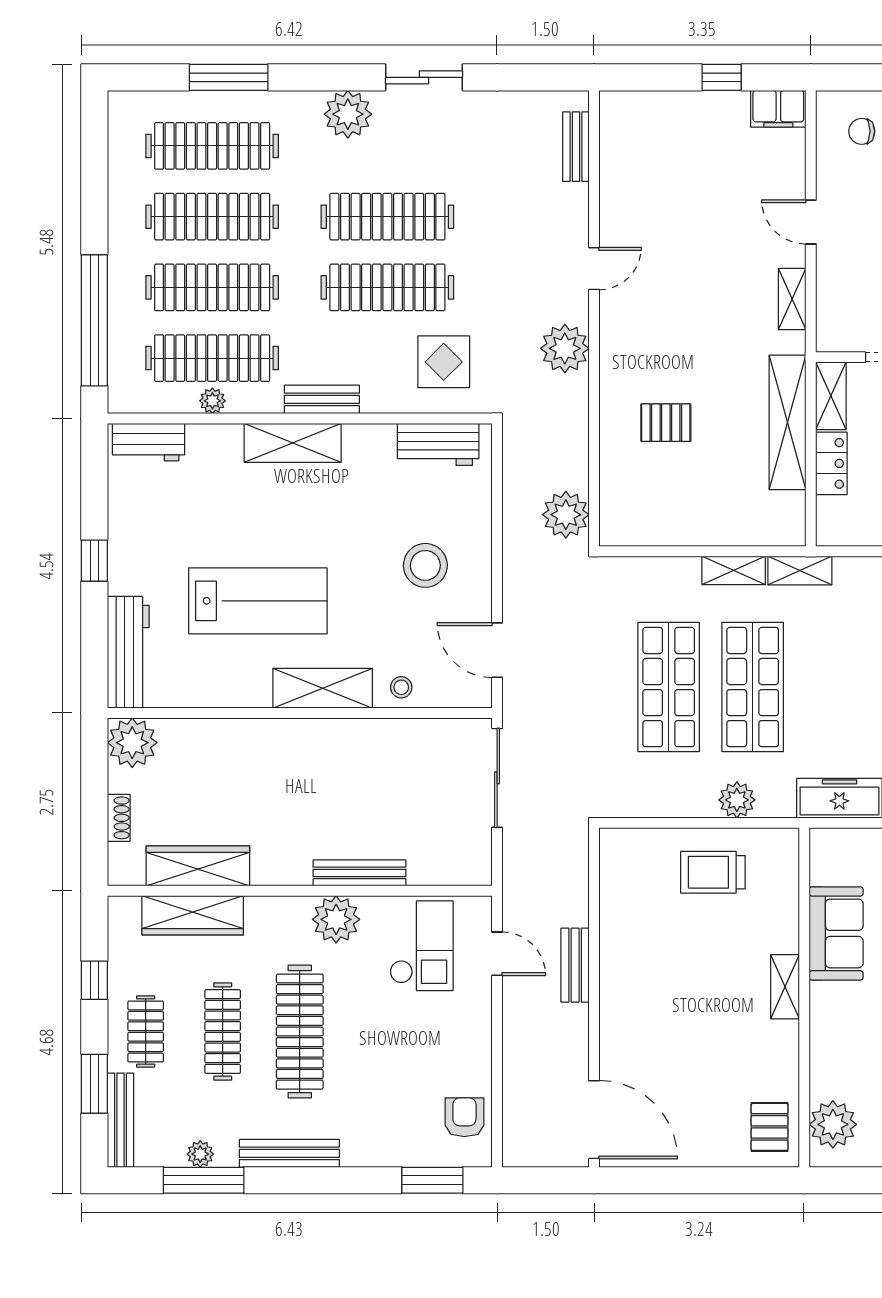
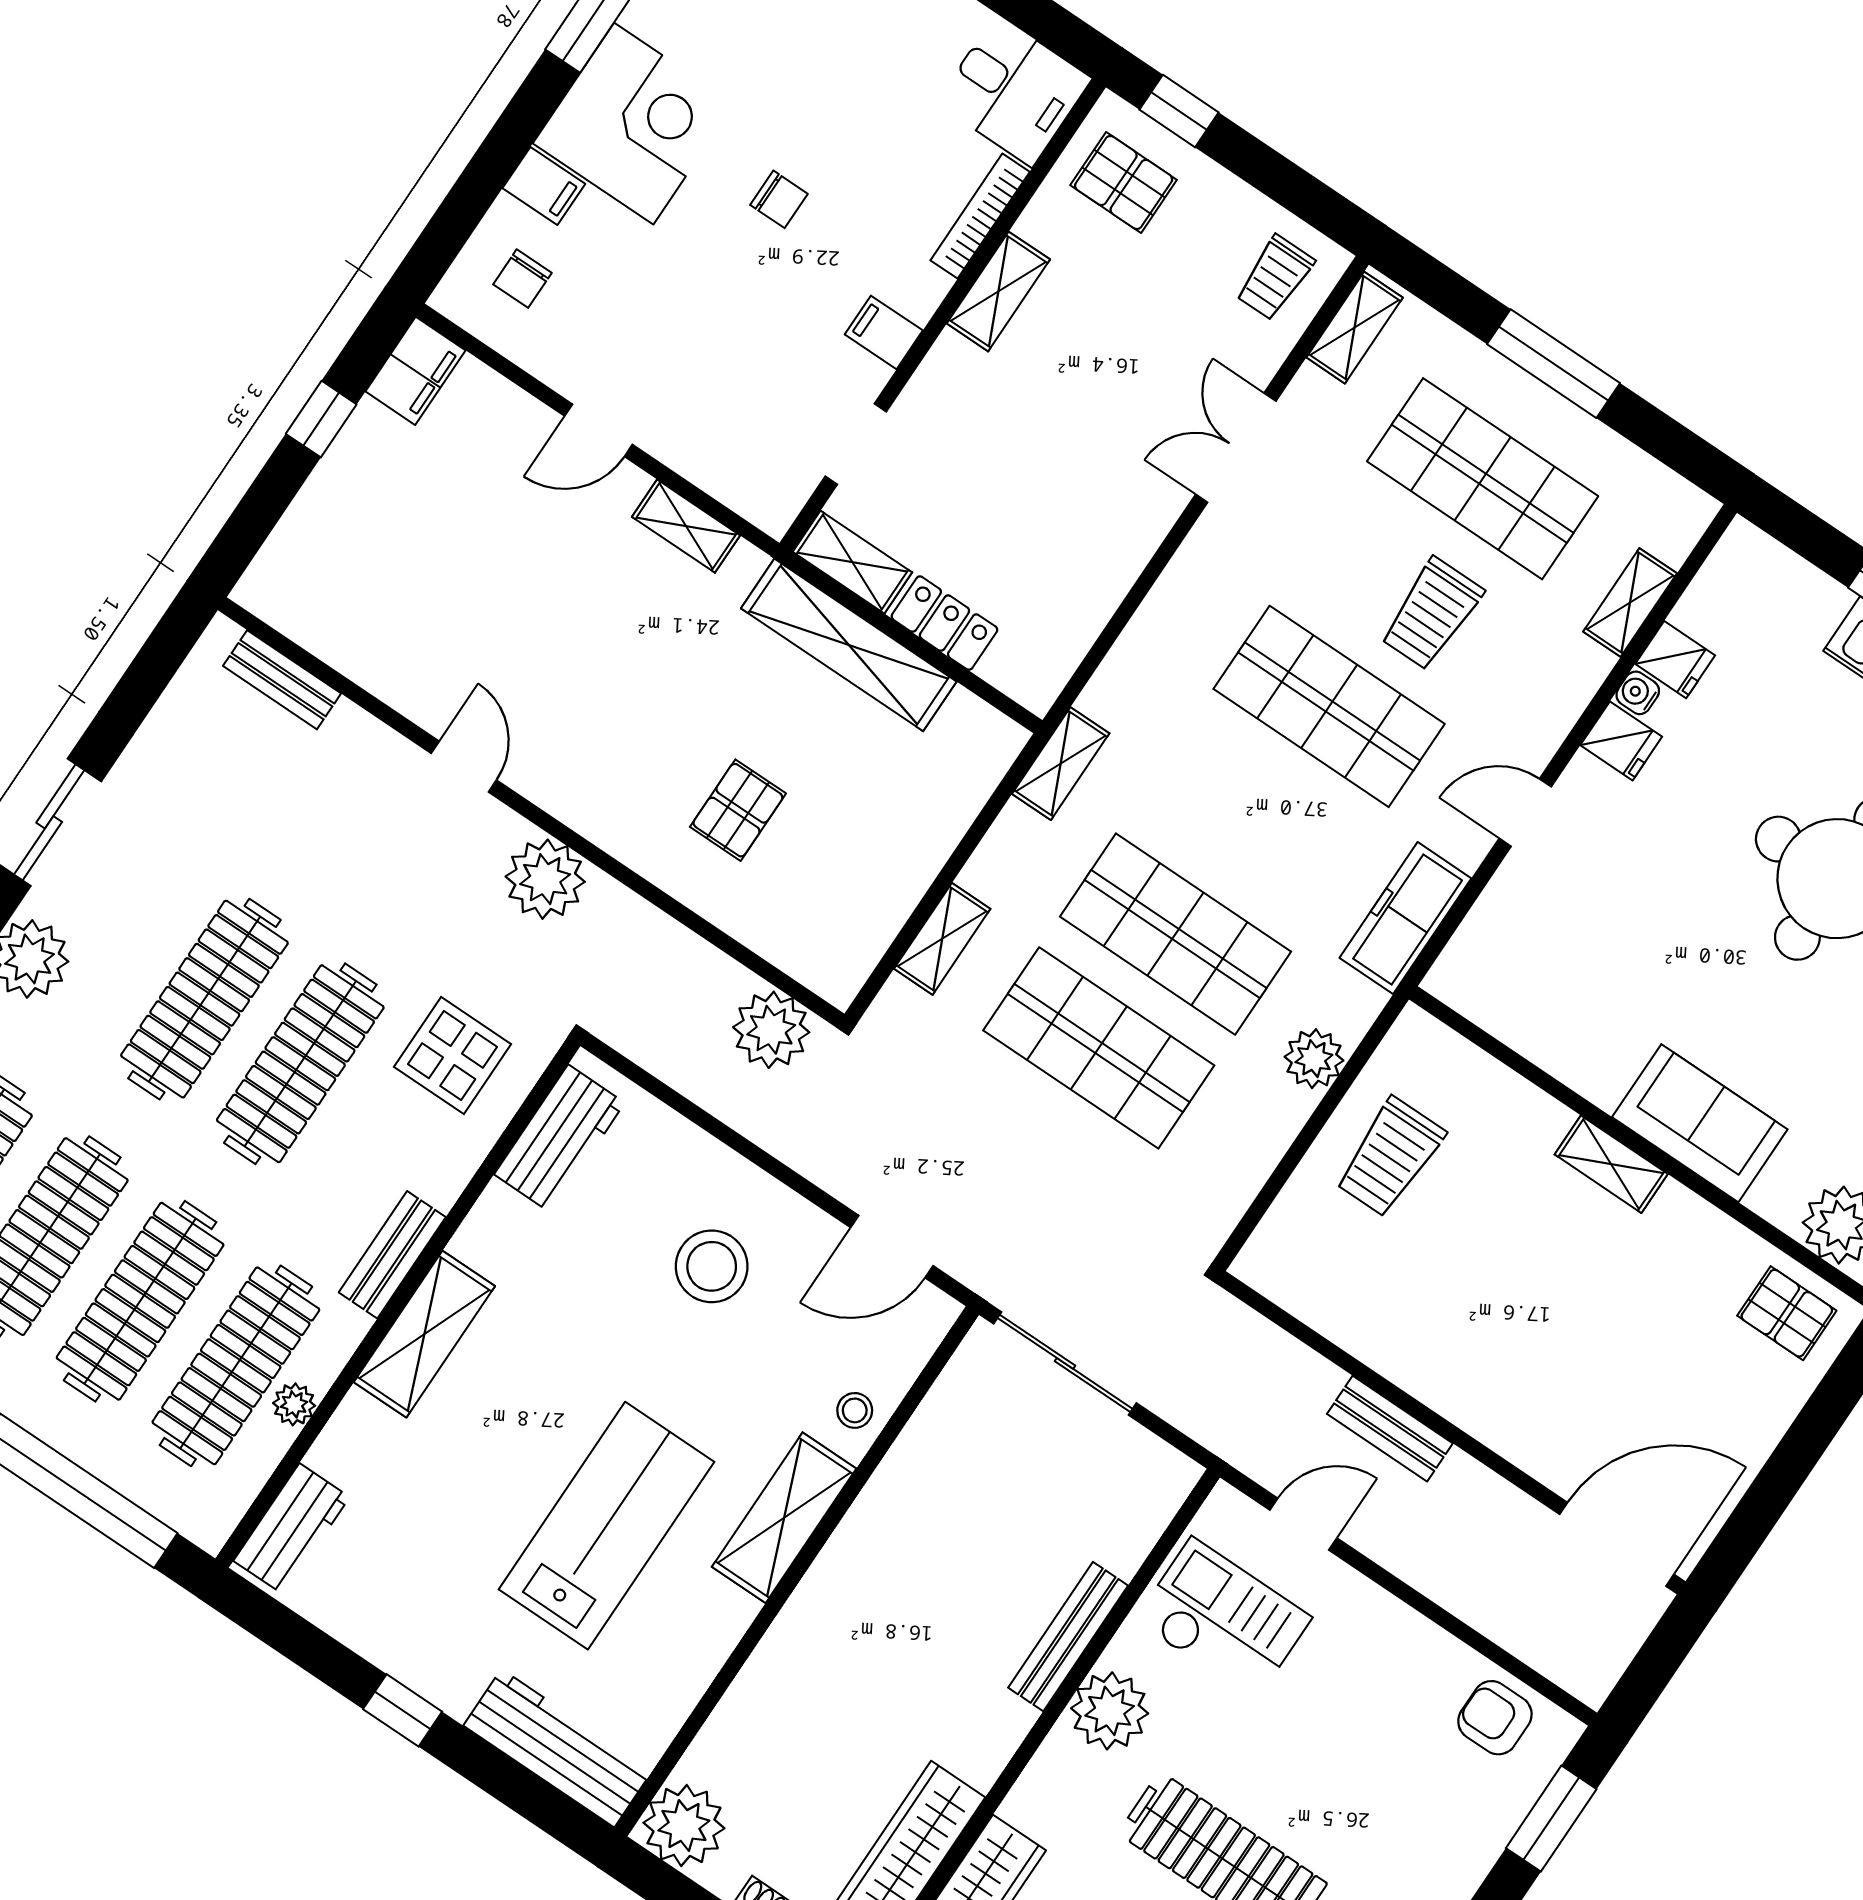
shelving: (734, 570) -> (942, 939), moved
sofa: (836, 933) -> (1700, 1123), moved

